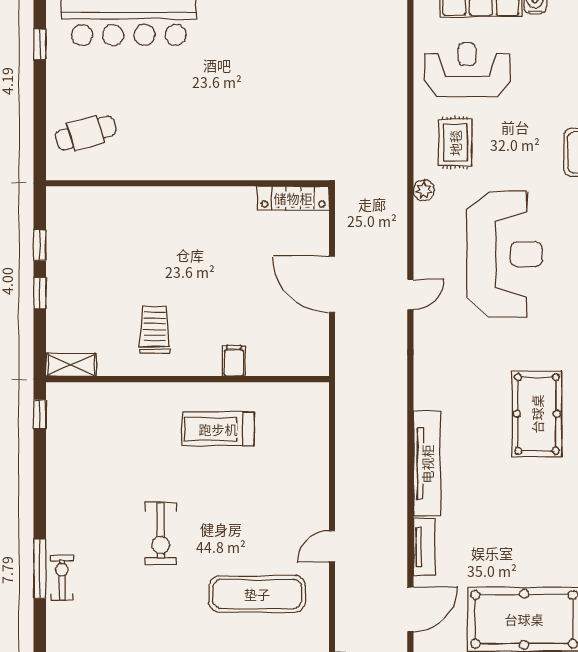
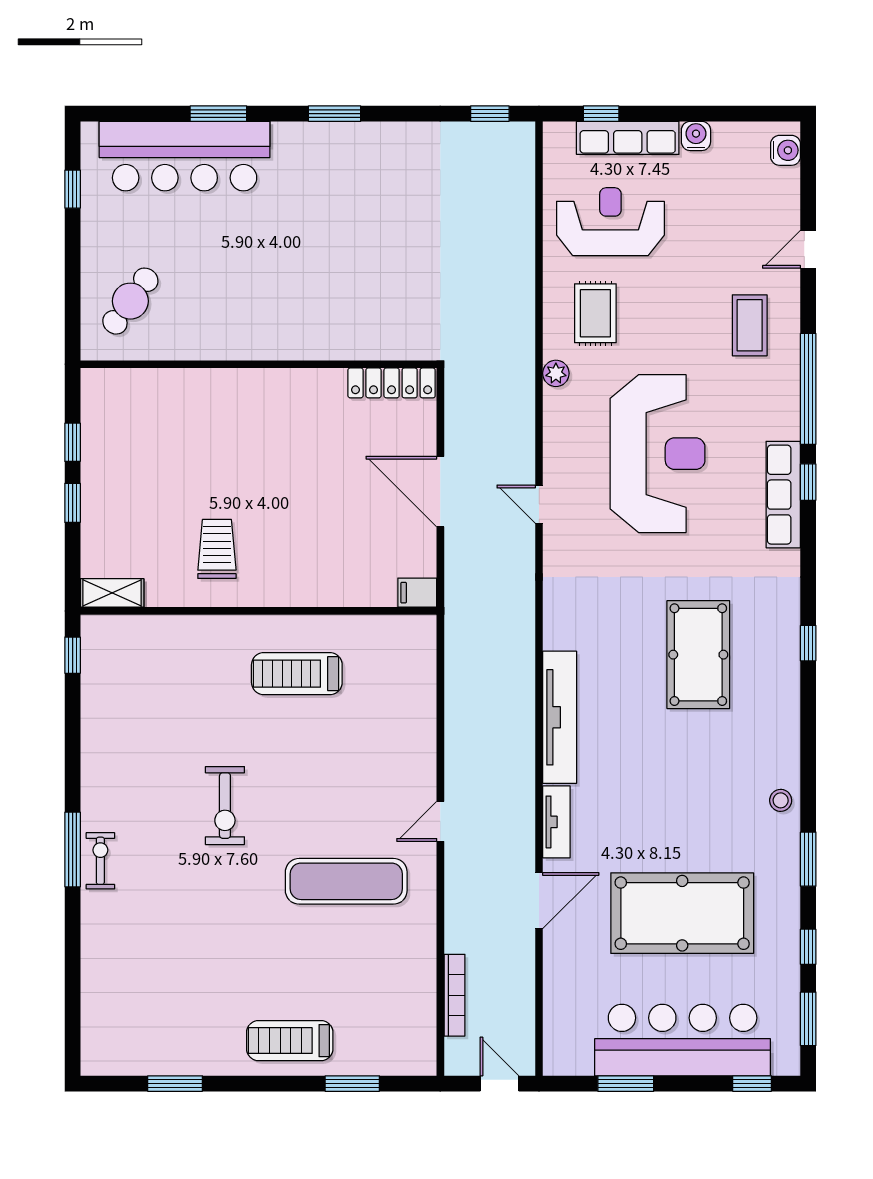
cafe table: (86, 133) -> (130, 301), turned -37
door: (410, 294) -> (539, 504), swing flipped
filing cabinet: (234, 361) -> (417, 593), moved, turned -90

